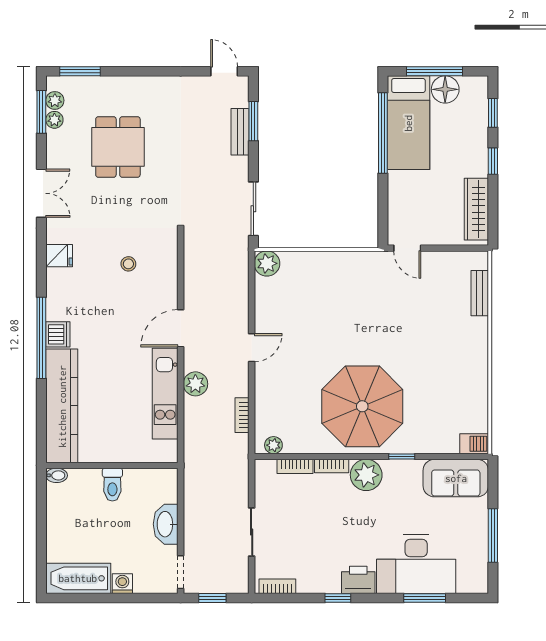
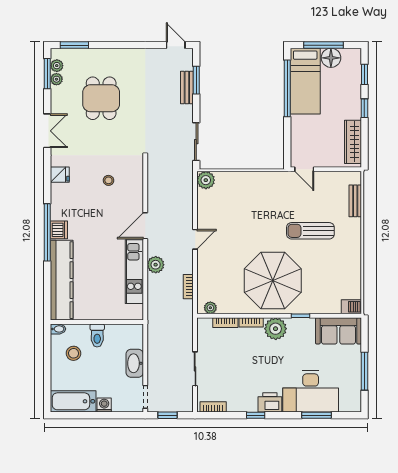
sun lounger: (416, 336) -> (310, 231), added
stool: (79, 510) -> (74, 353), added

